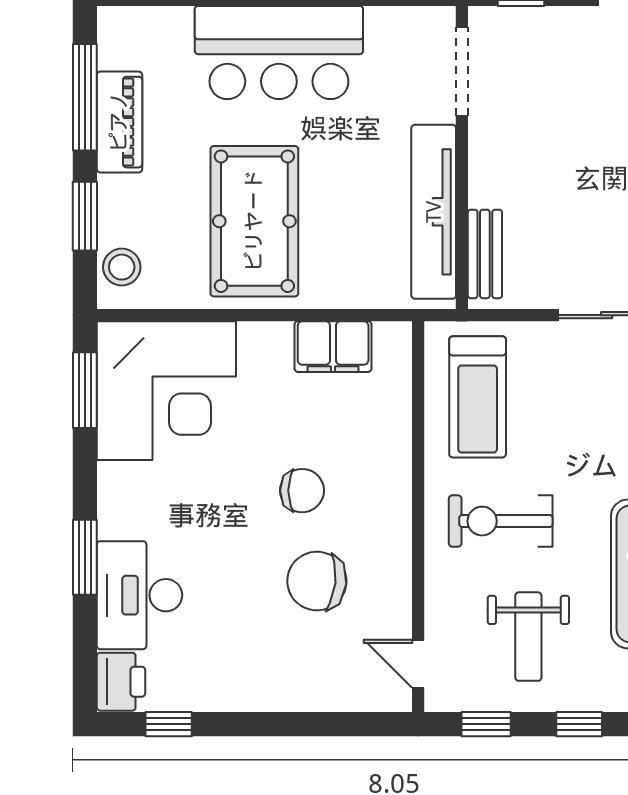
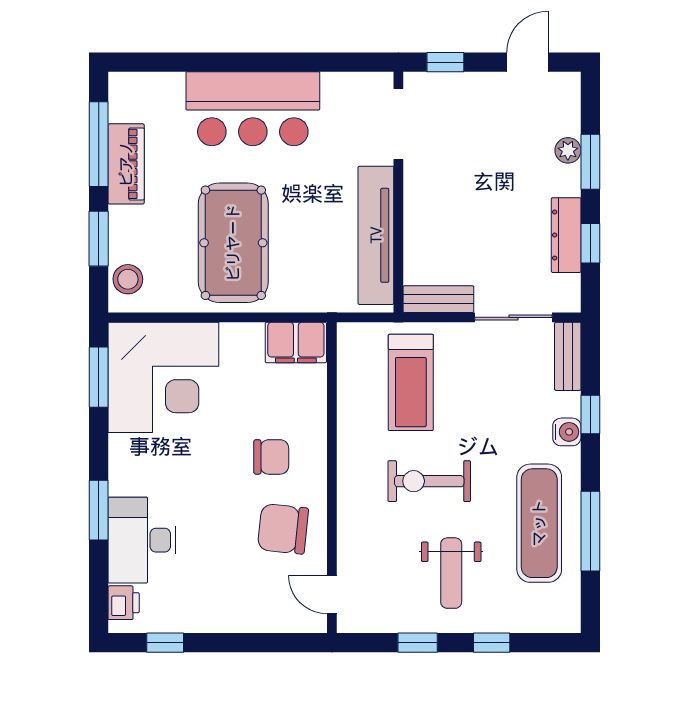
bench: (485, 254) -> (438, 299), moved, turned 90
wall: (418, 517) -> (332, 478), moved
door: (418, 664) -> (332, 595), moved
printer: (121, 682) -> (124, 603), width x0.73, depth x0.81

